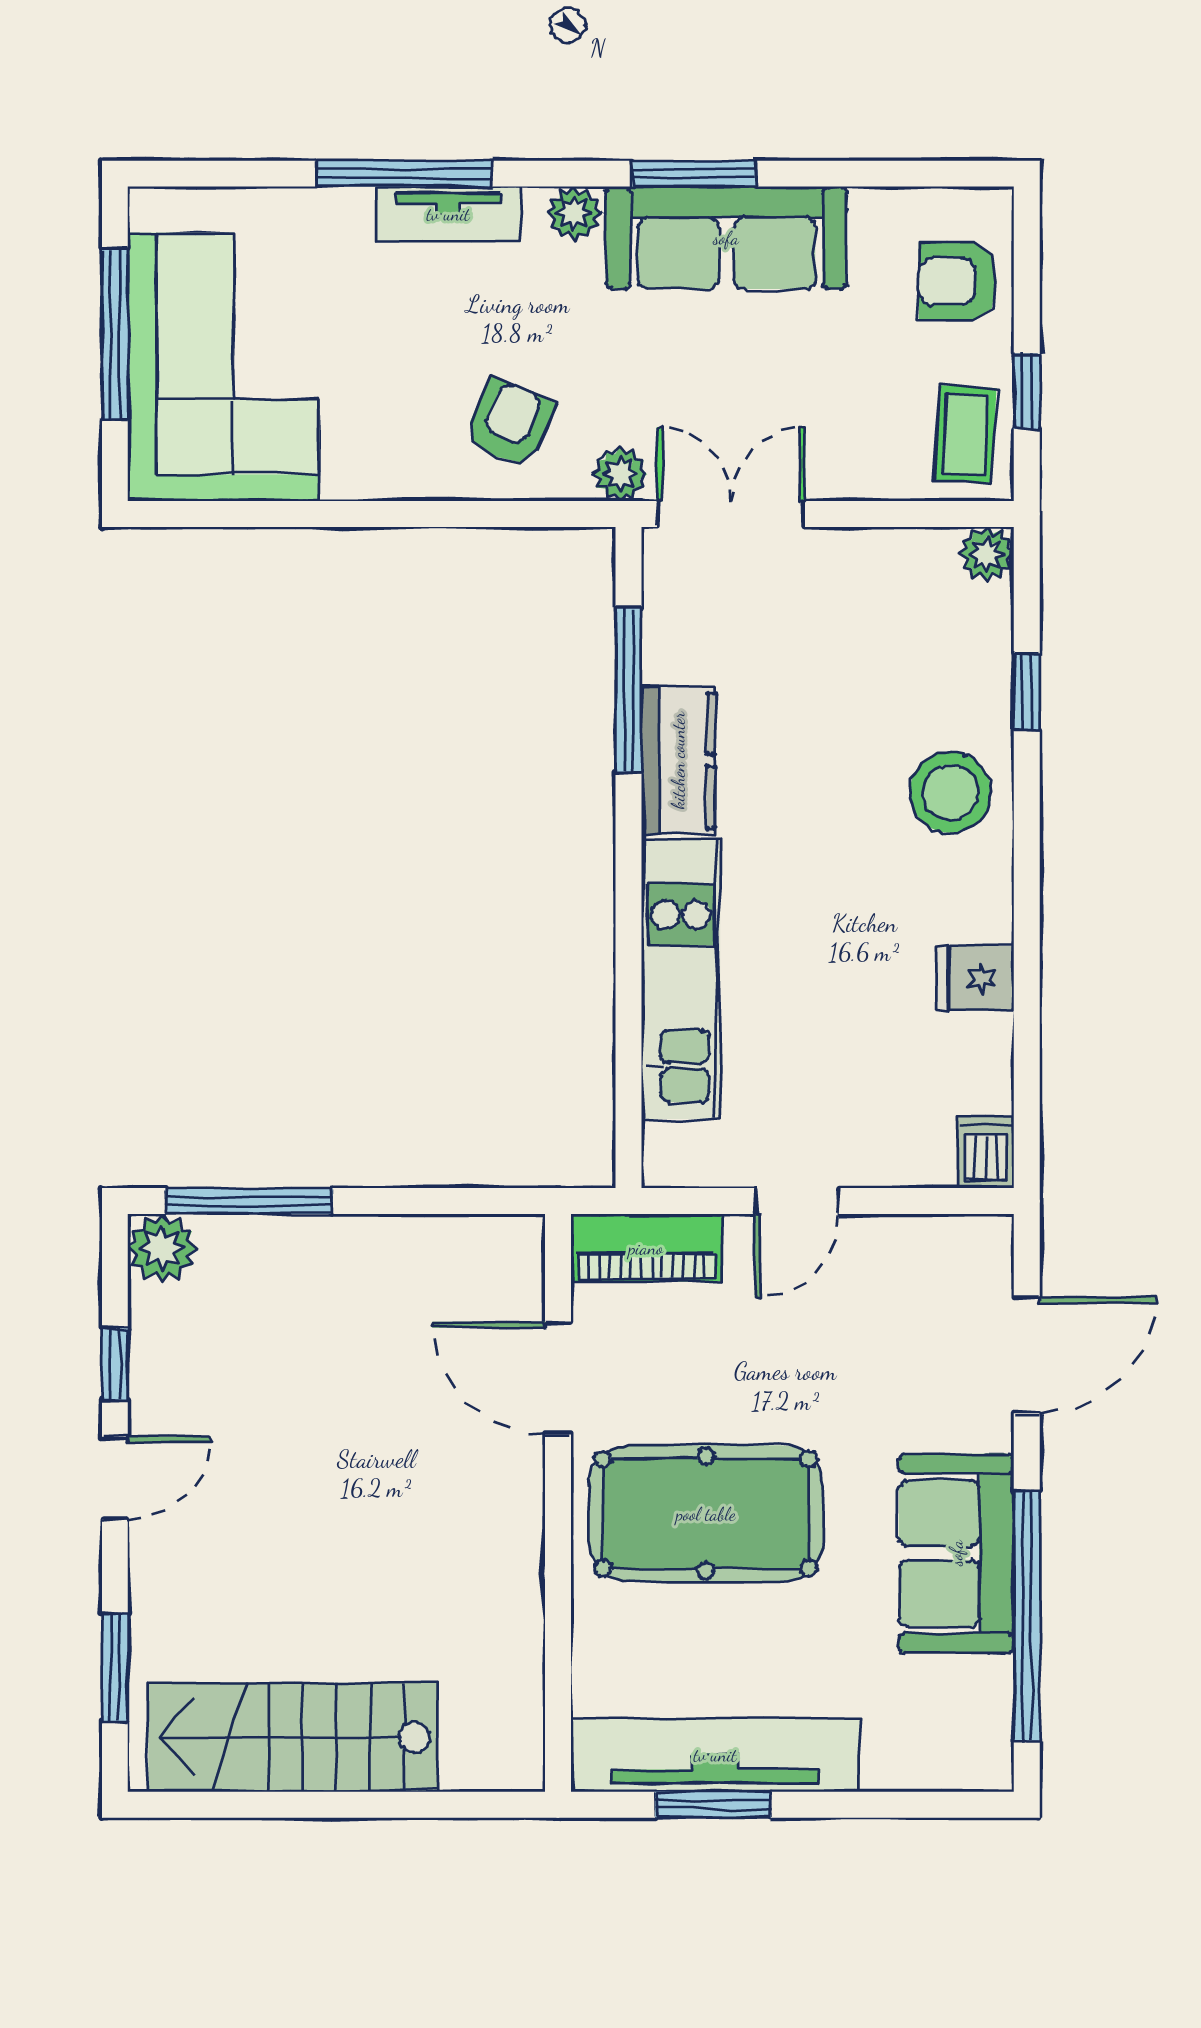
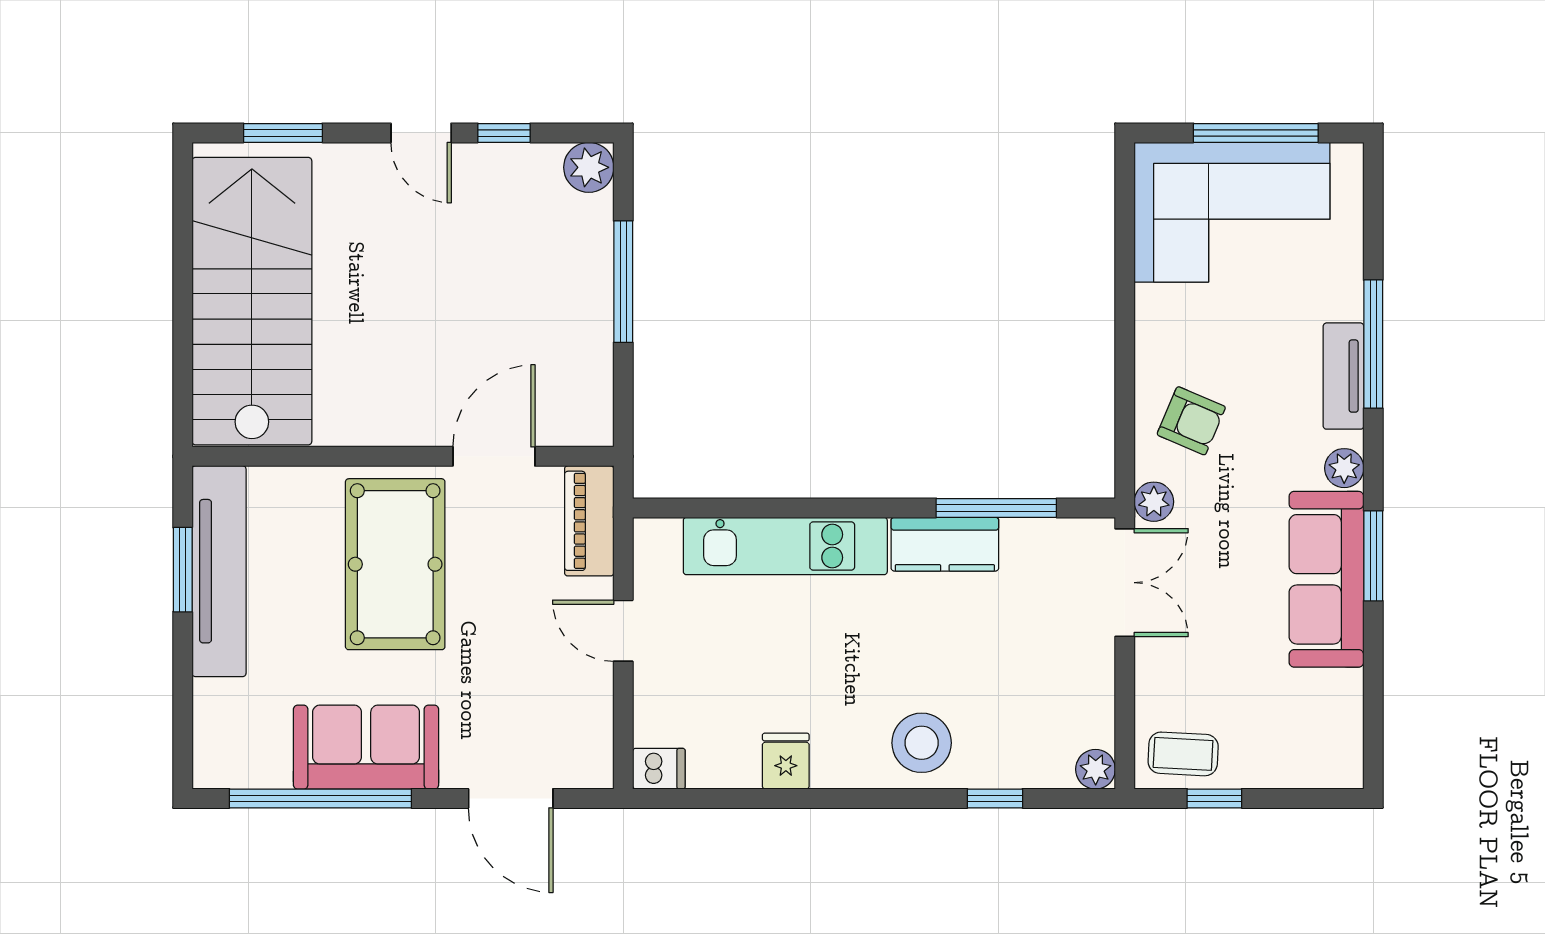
armchair: (958, 281) -> (1294, 748), removed
window: (249, 1201) -> (623, 282), moved
stairs: (293, 1737) -> (252, 301), width x1.36, depth x1.51

